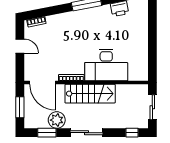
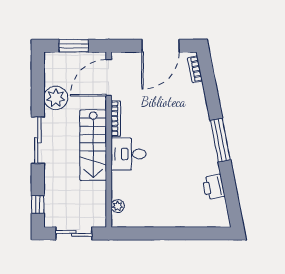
door: (20, 46) -> (161, 46), width x1.88
desk: (106, 65) -> (128, 154), width x0.53, depth x0.77
plant: (133, 76) -> (118, 206), added
window: (47, 133) -> (38, 84), removed

